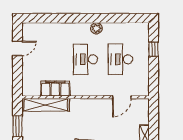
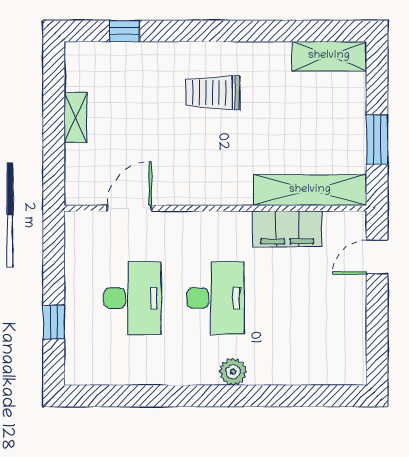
plant: (96, 28) -> (233, 372), moved
door: (17, 48) -> (377, 257), moved

